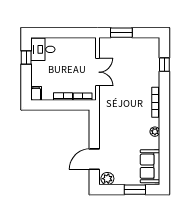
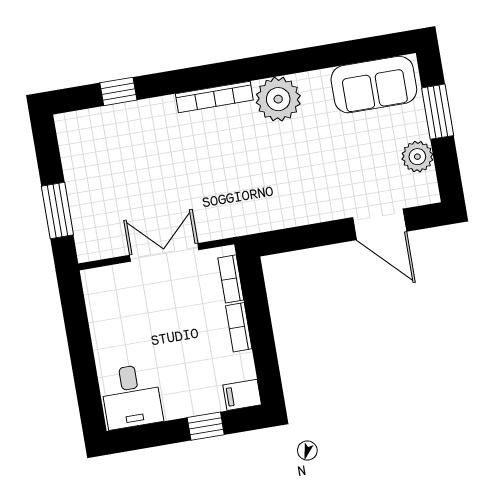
window: (26, 57) -> (206, 426), moved
plant: (155, 132) -> (278, 99), width x1.88, depth x1.88
plant: (107, 179) -> (417, 157), moved

